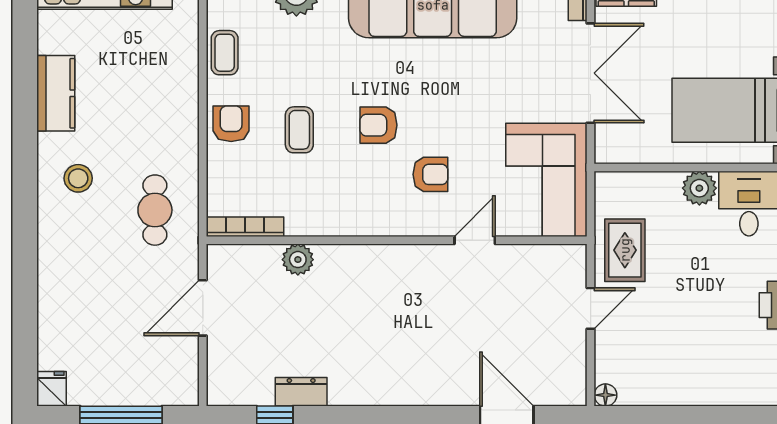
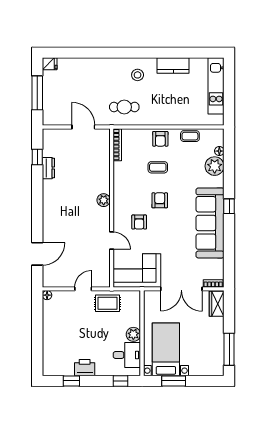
armchair: (231, 124) -> (160, 139), turned 90
plant: (298, 260) -> (104, 200), moved
door: (591, 308) -> (83, 289), swing flipped

